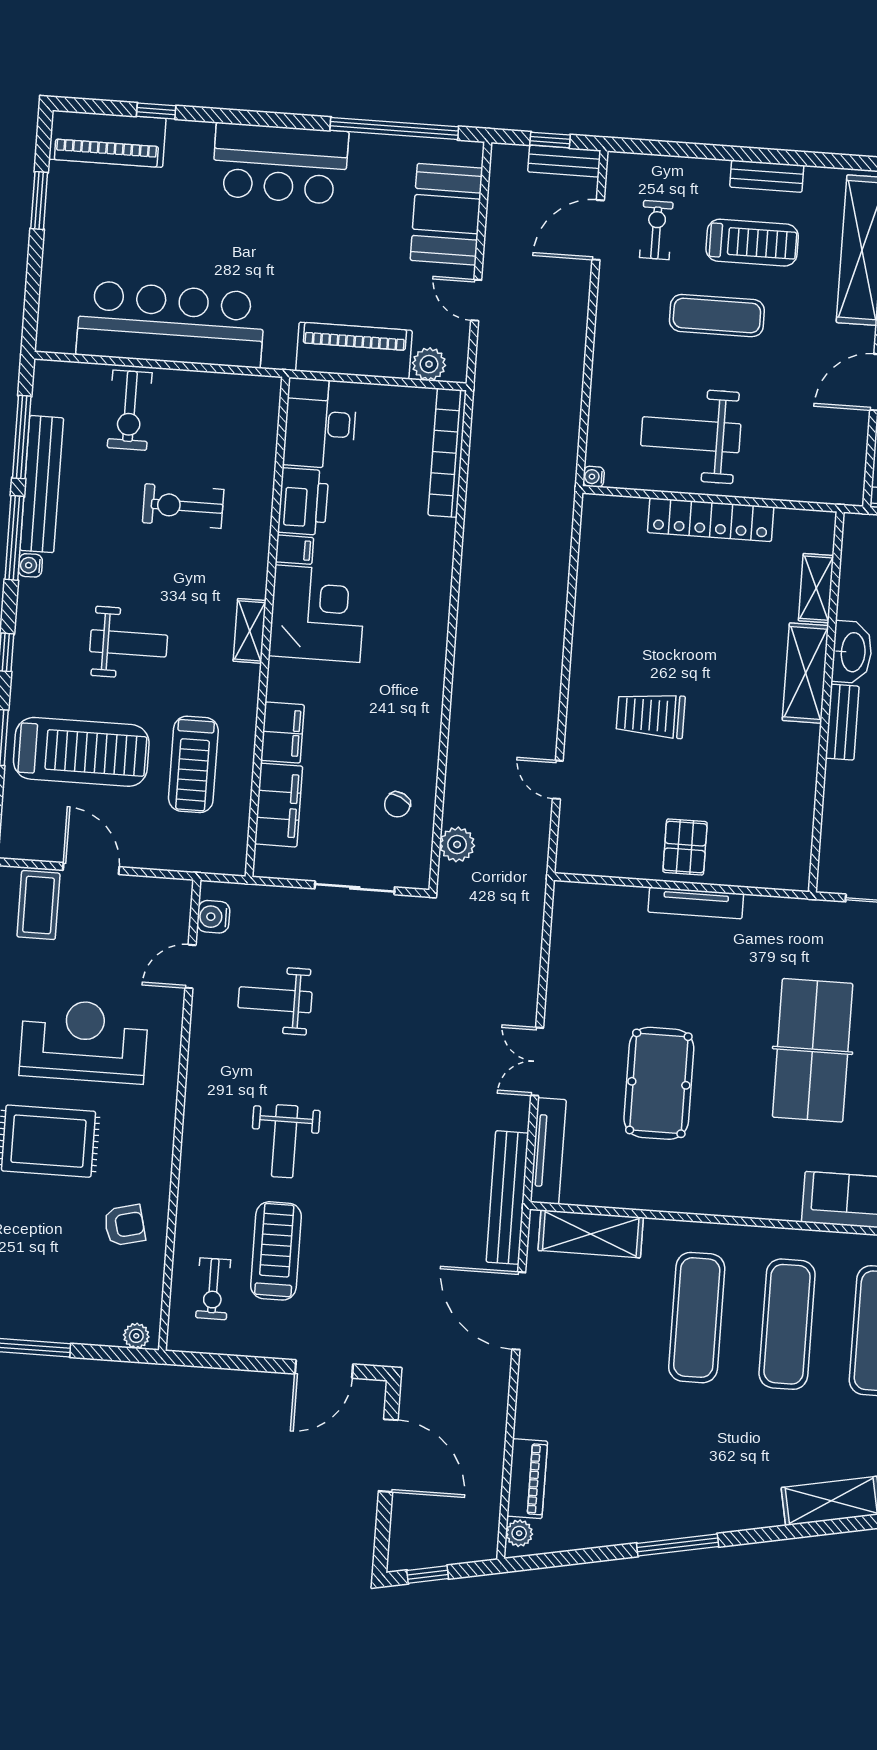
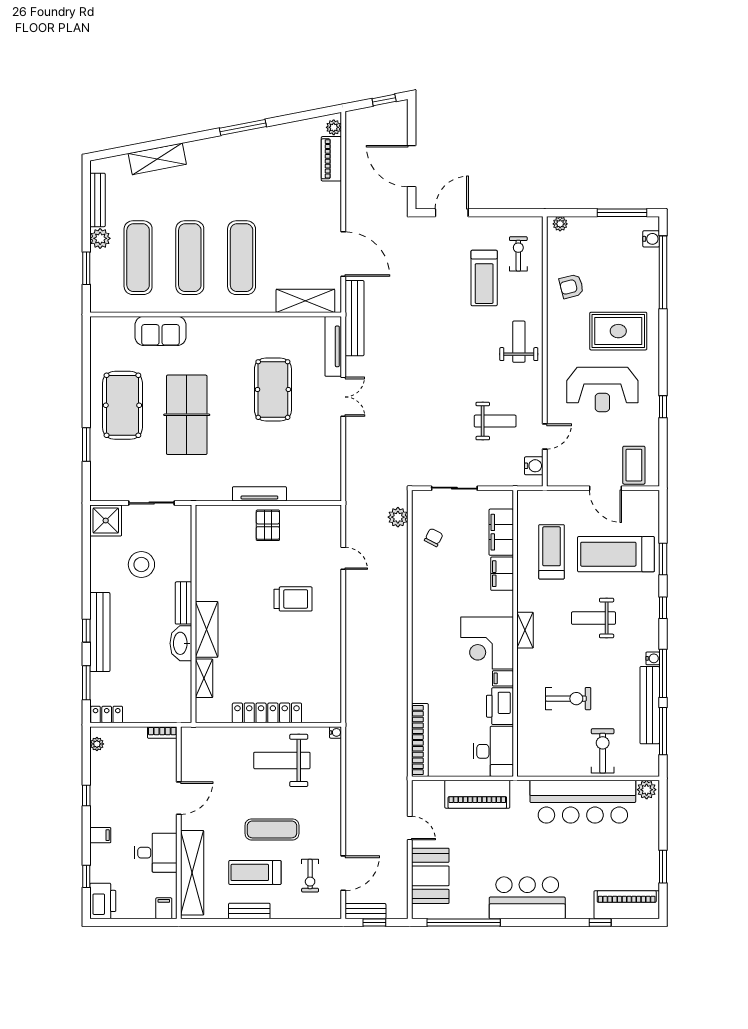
plant: (429, 364) -> (647, 790), moved
weight bench: (691, 435) -> (282, 760), turned 180
weight bench: (285, 1141) -> (519, 342), moved

